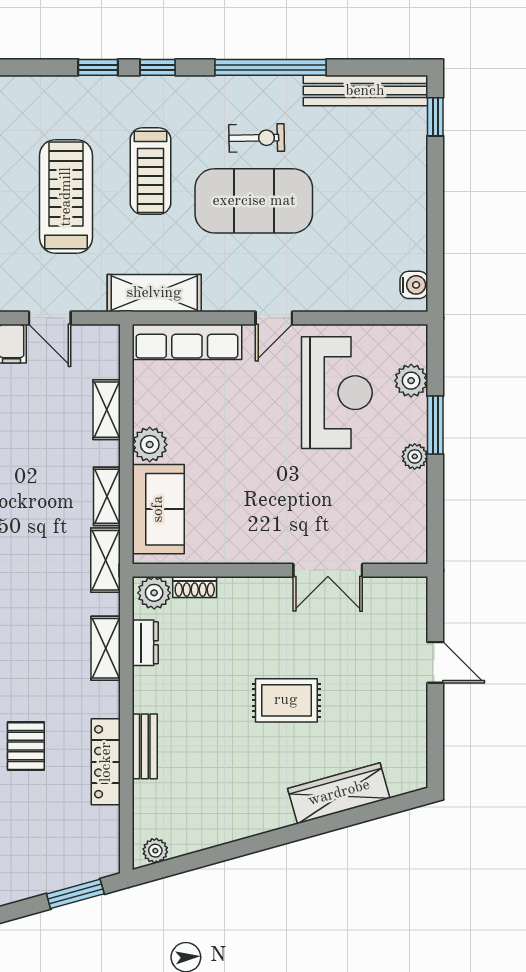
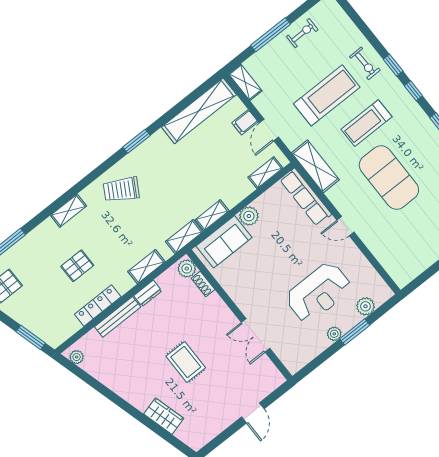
exercise bike: (257, 138) -> (365, 63), moved
water cooler: (414, 285) -> (408, 275), removed
reception desk: (337, 393) -> (318, 293), moved
shelving: (107, 410) -> (265, 173), moved
dresser: (145, 643) -> (148, 293), moved
bench: (145, 746) -> (118, 317), width x1.36
wardrobe: (339, 793) -> (164, 416), width x0.67

